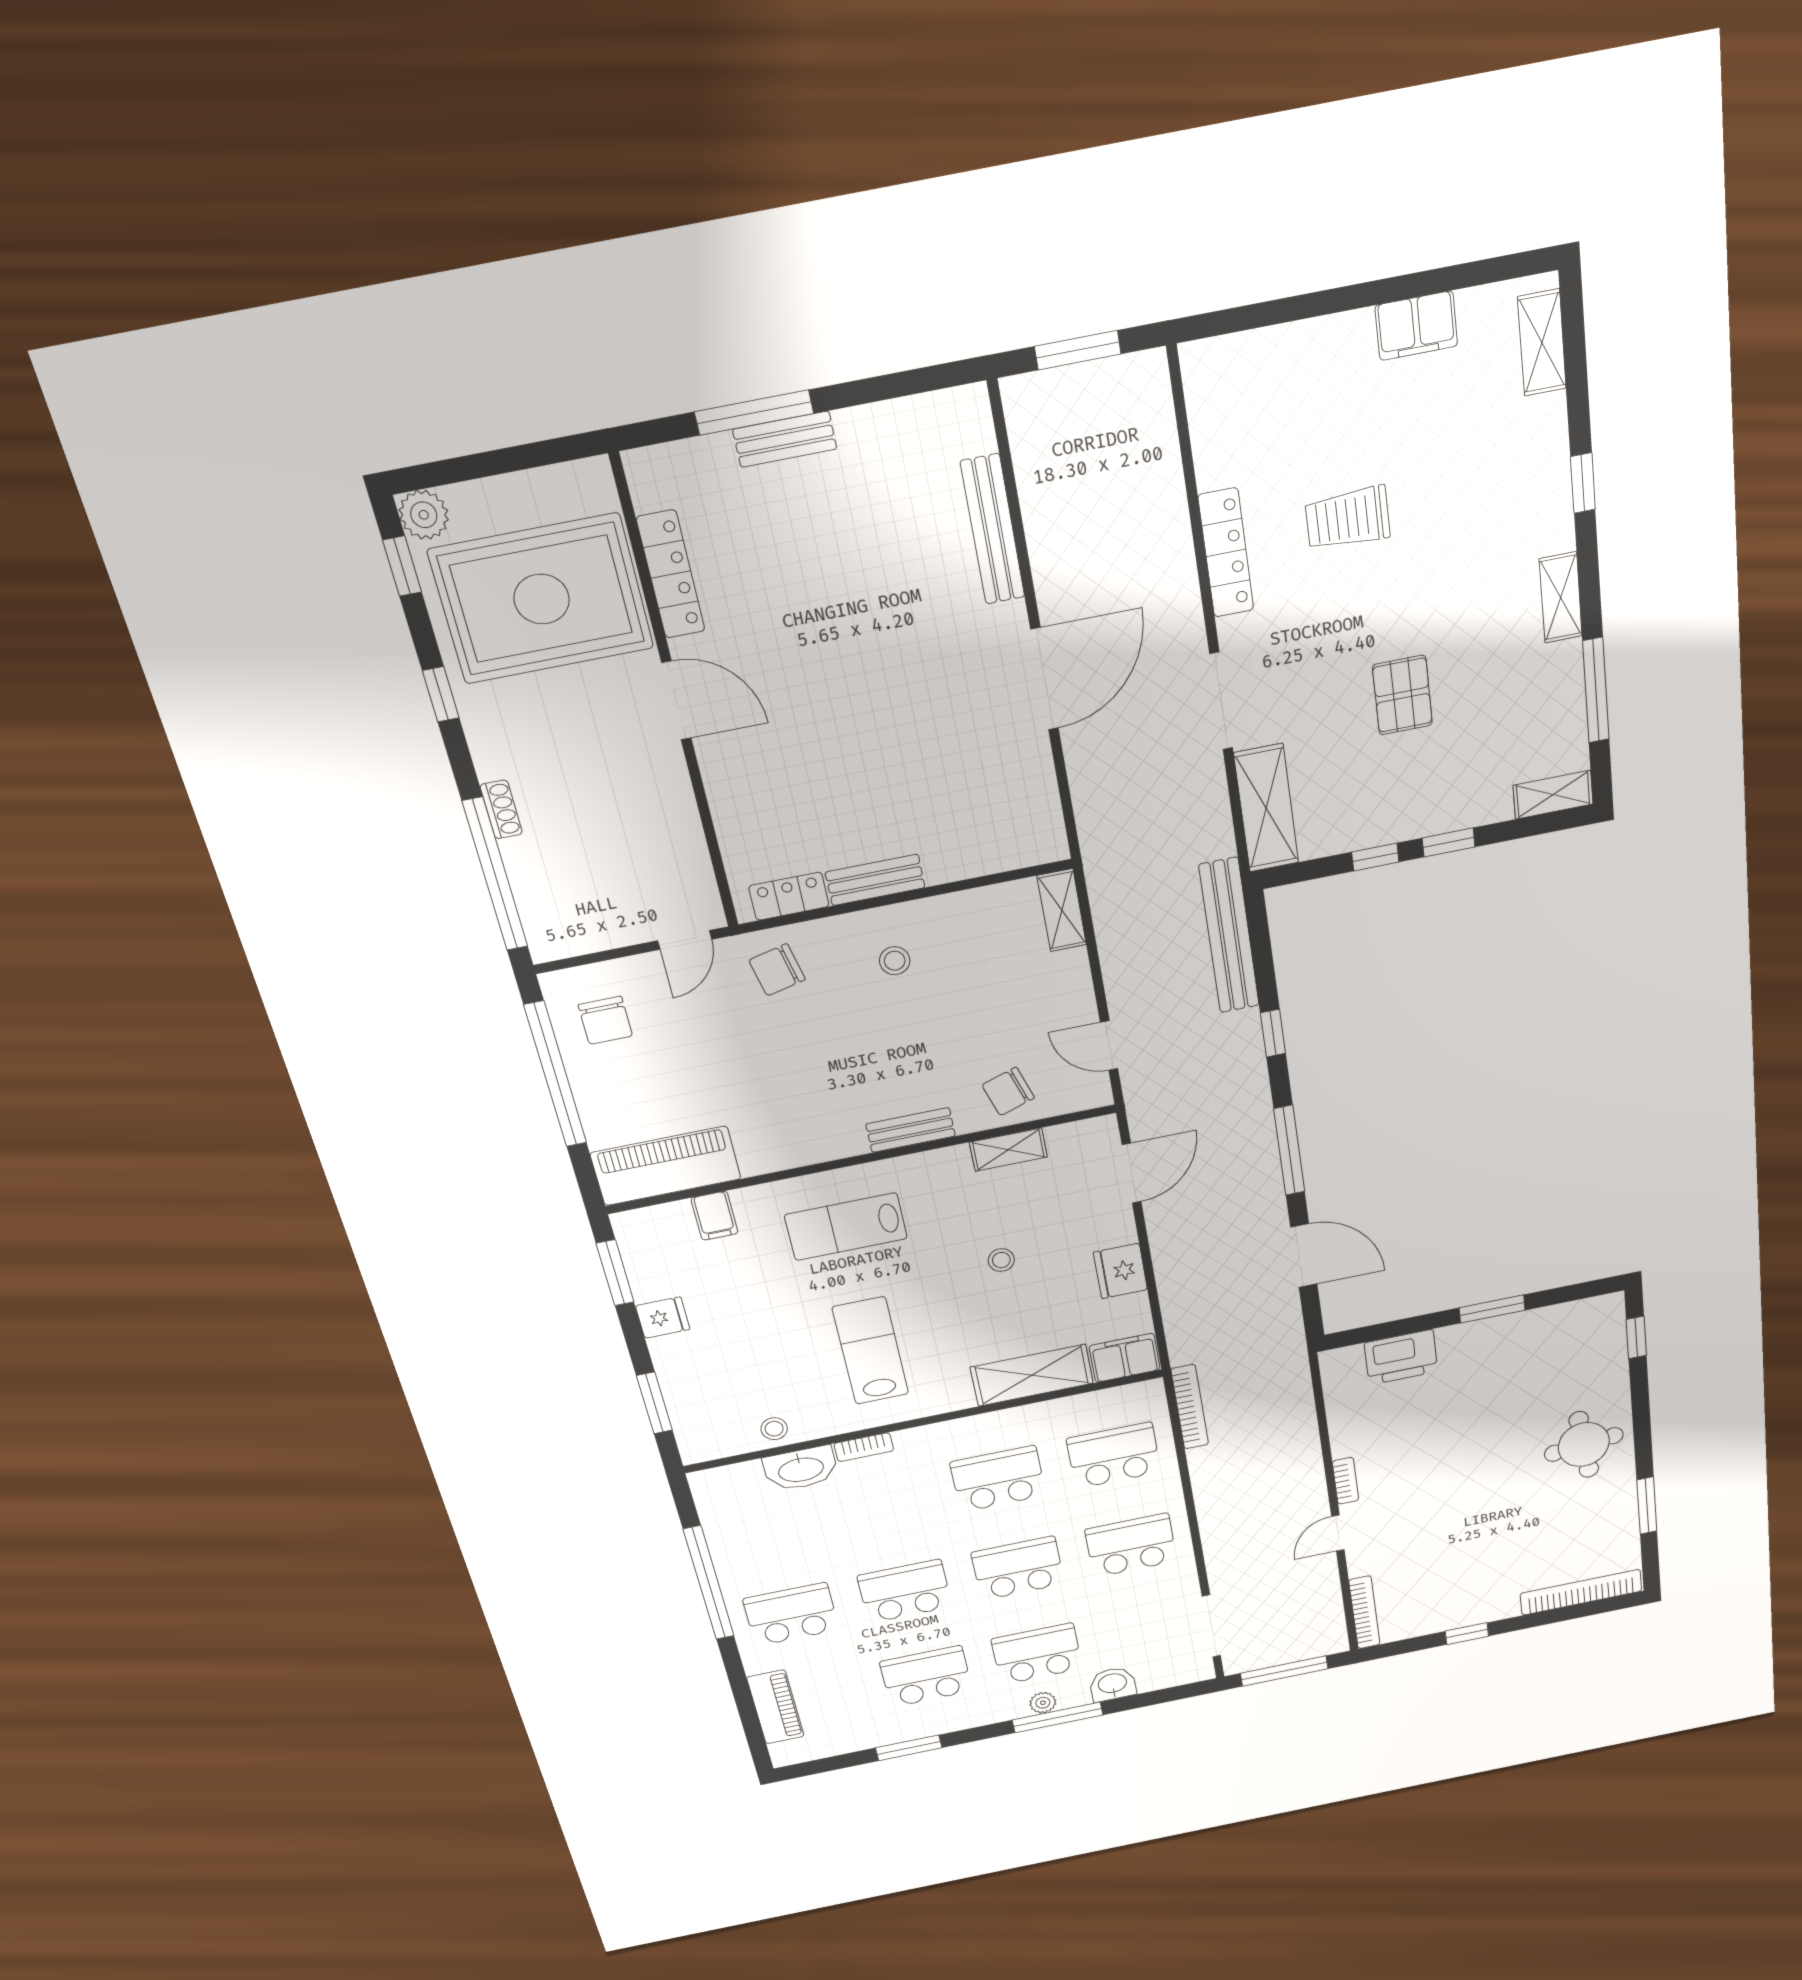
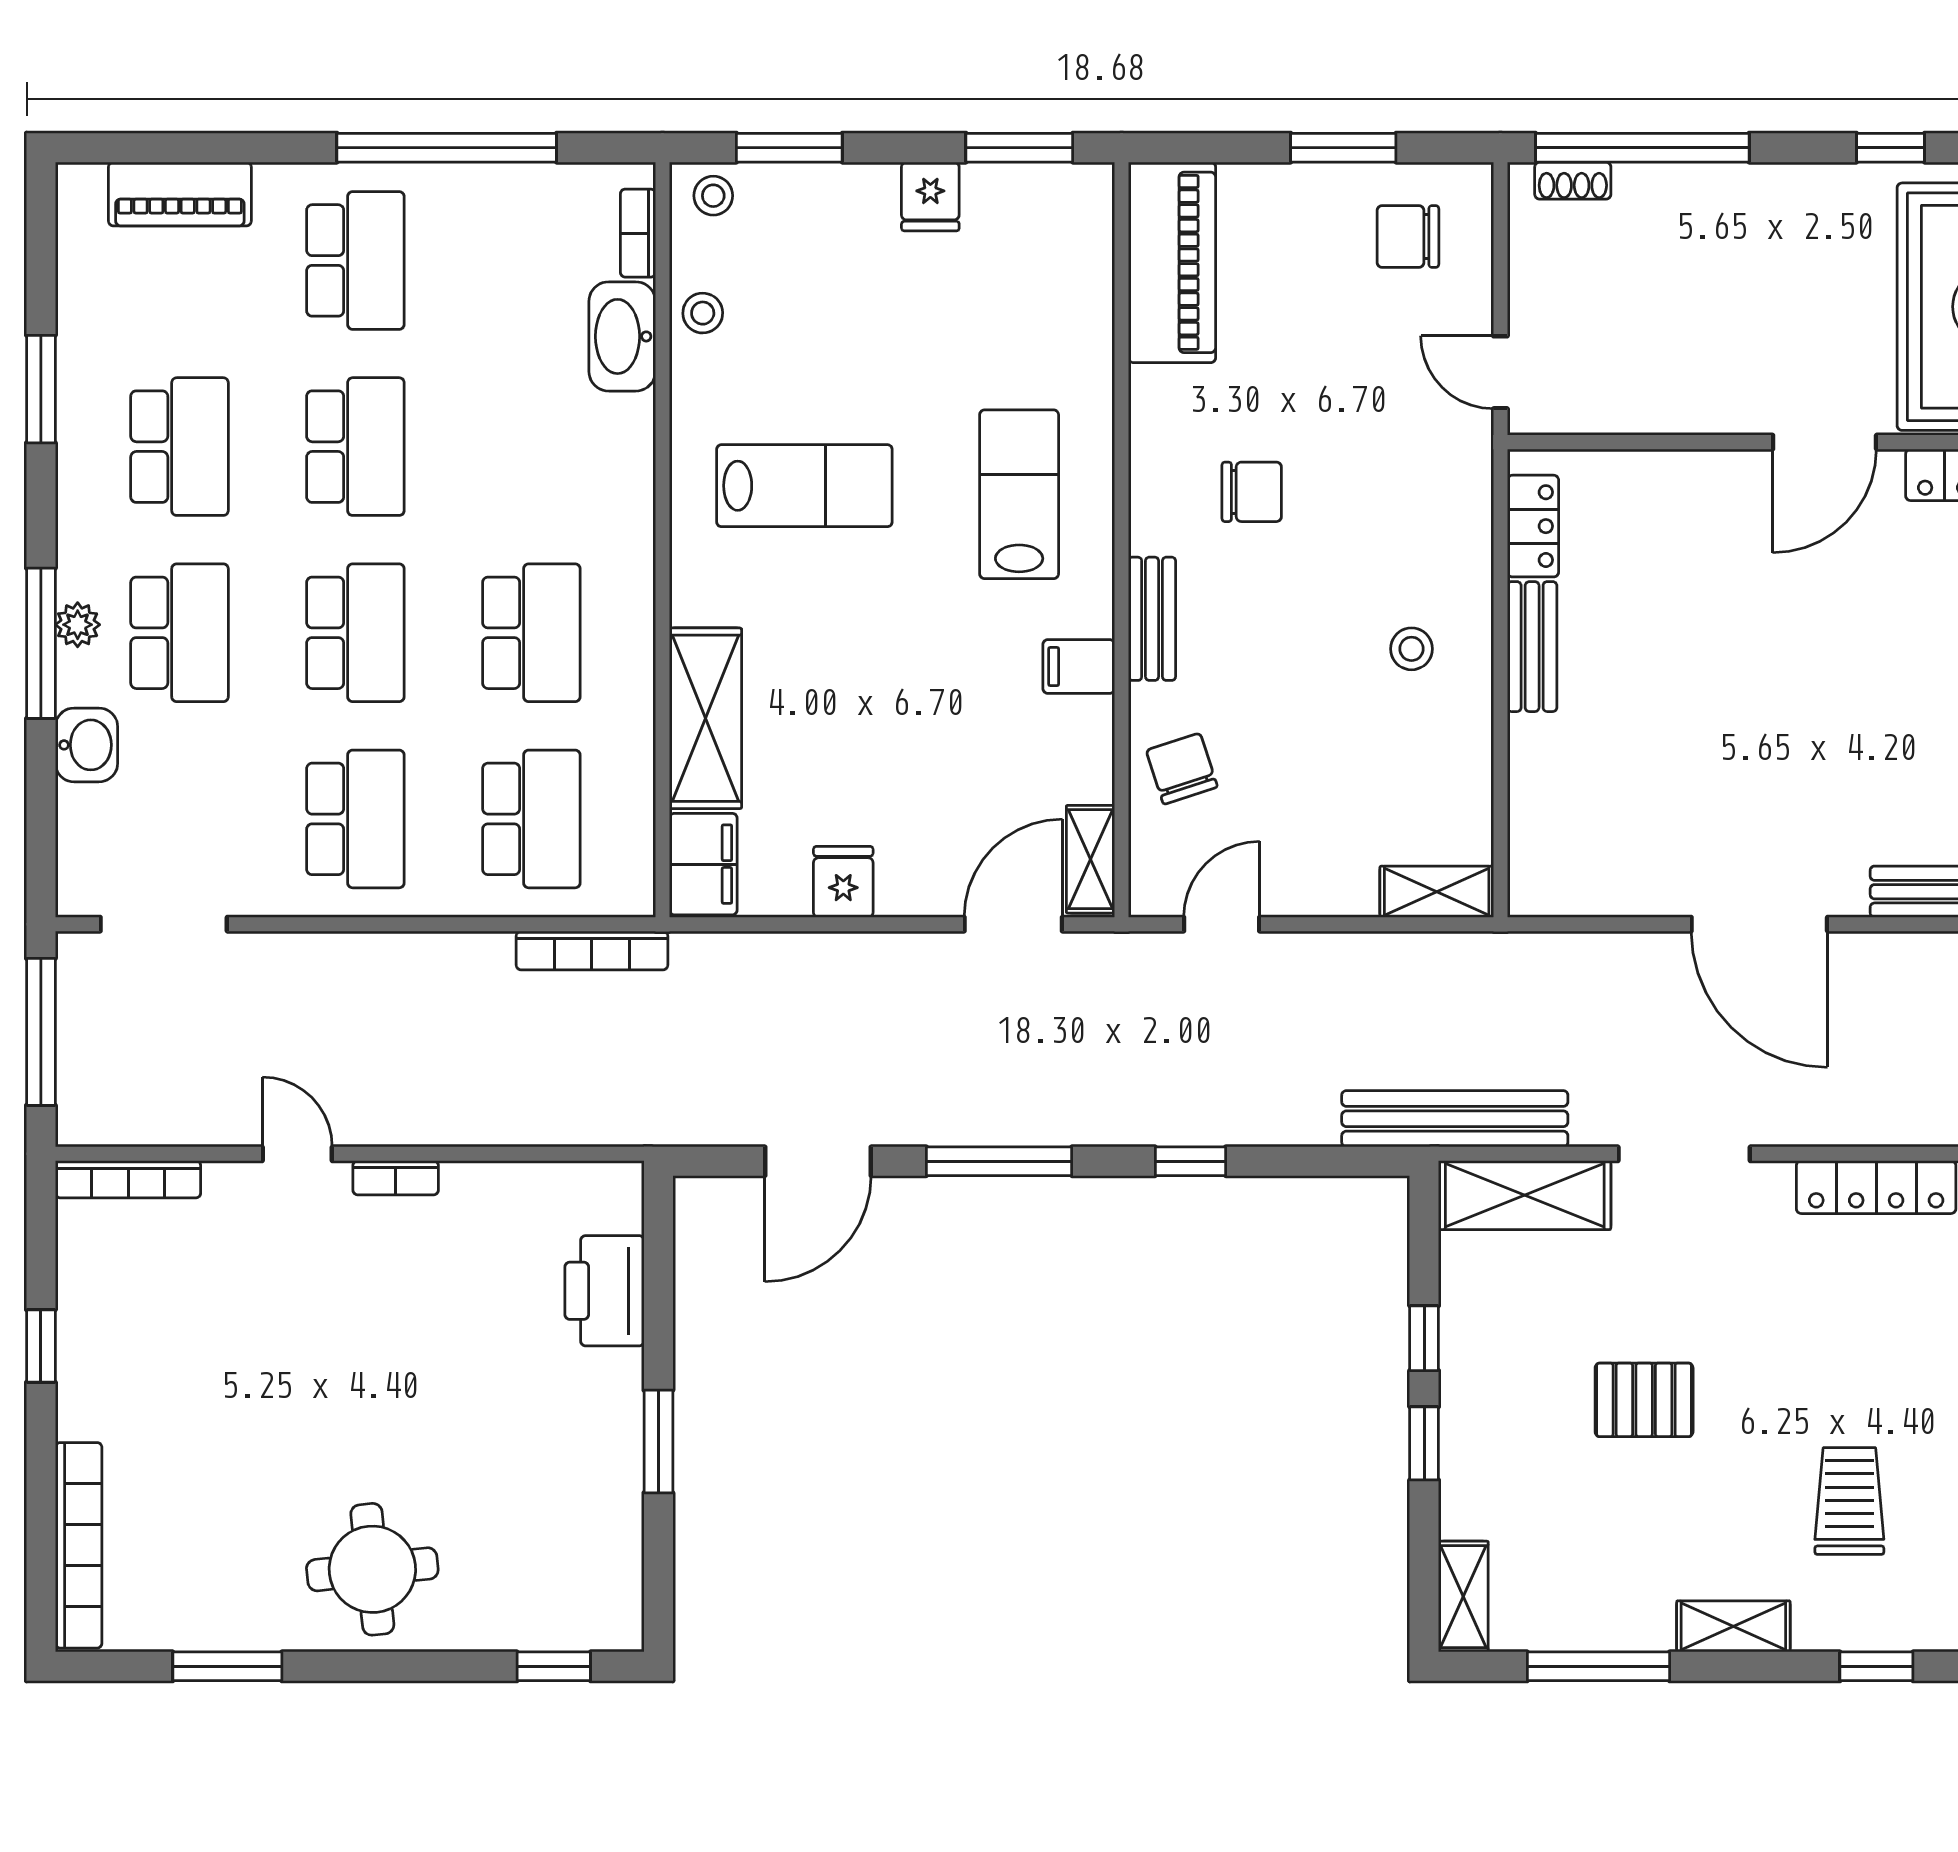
trolley: (1348, 518) -> (1849, 1501), moved
shoe rack: (501, 809) -> (1573, 181), moved
bench: (1229, 936) -> (1455, 1119), moved
chair: (777, 970) -> (1252, 492), moved, turned 103
window: (555, 1074) -> (1343, 148), width x0.47
shelving: (1008, 1150) -> (1091, 859), moved
door: (1132, 1173) -> (1013, 924), swing flipped
filing cabinet: (714, 1216) -> (1079, 667), moved
stool: (1001, 1260) -> (713, 196), moved
fridge: (1120, 1271) -> (843, 882), width x0.72
bookcase: (864, 1447) -> (638, 233), moved

